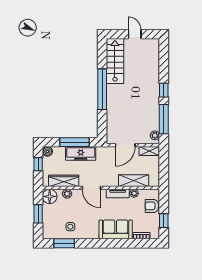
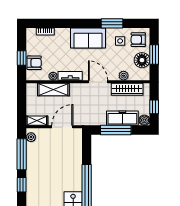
freezer: (81, 153) -> (122, 118), moved
floor lamp: (50, 196) -> (142, 60), moved
window: (164, 221) -> (22, 58), moved
armchair: (53, 228) -> (138, 40), added
sofa: (116, 229) -> (88, 38), moved
window: (64, 243) -> (112, 23), moved

